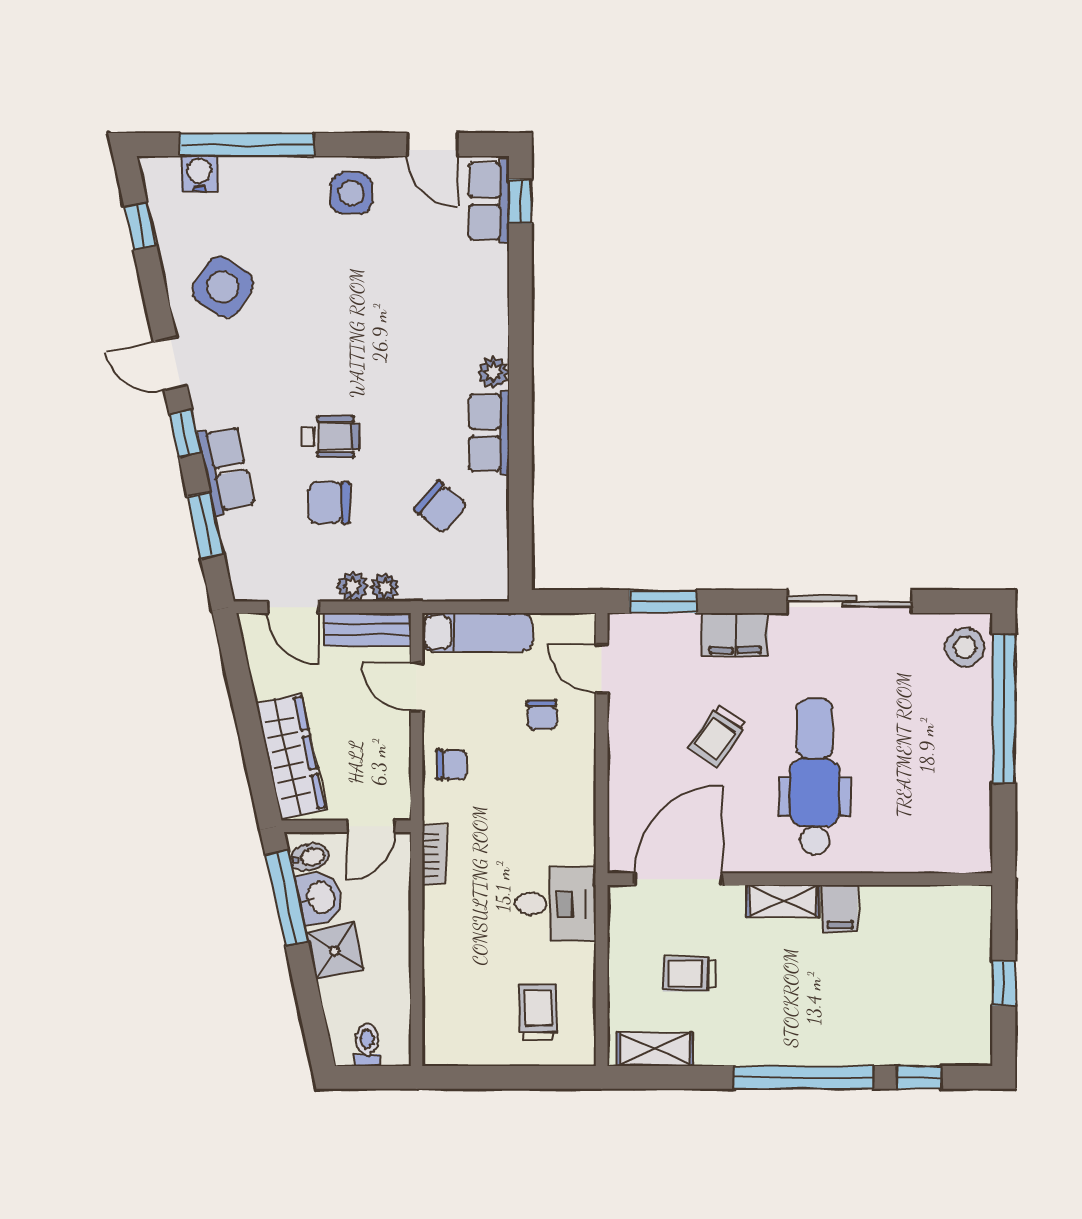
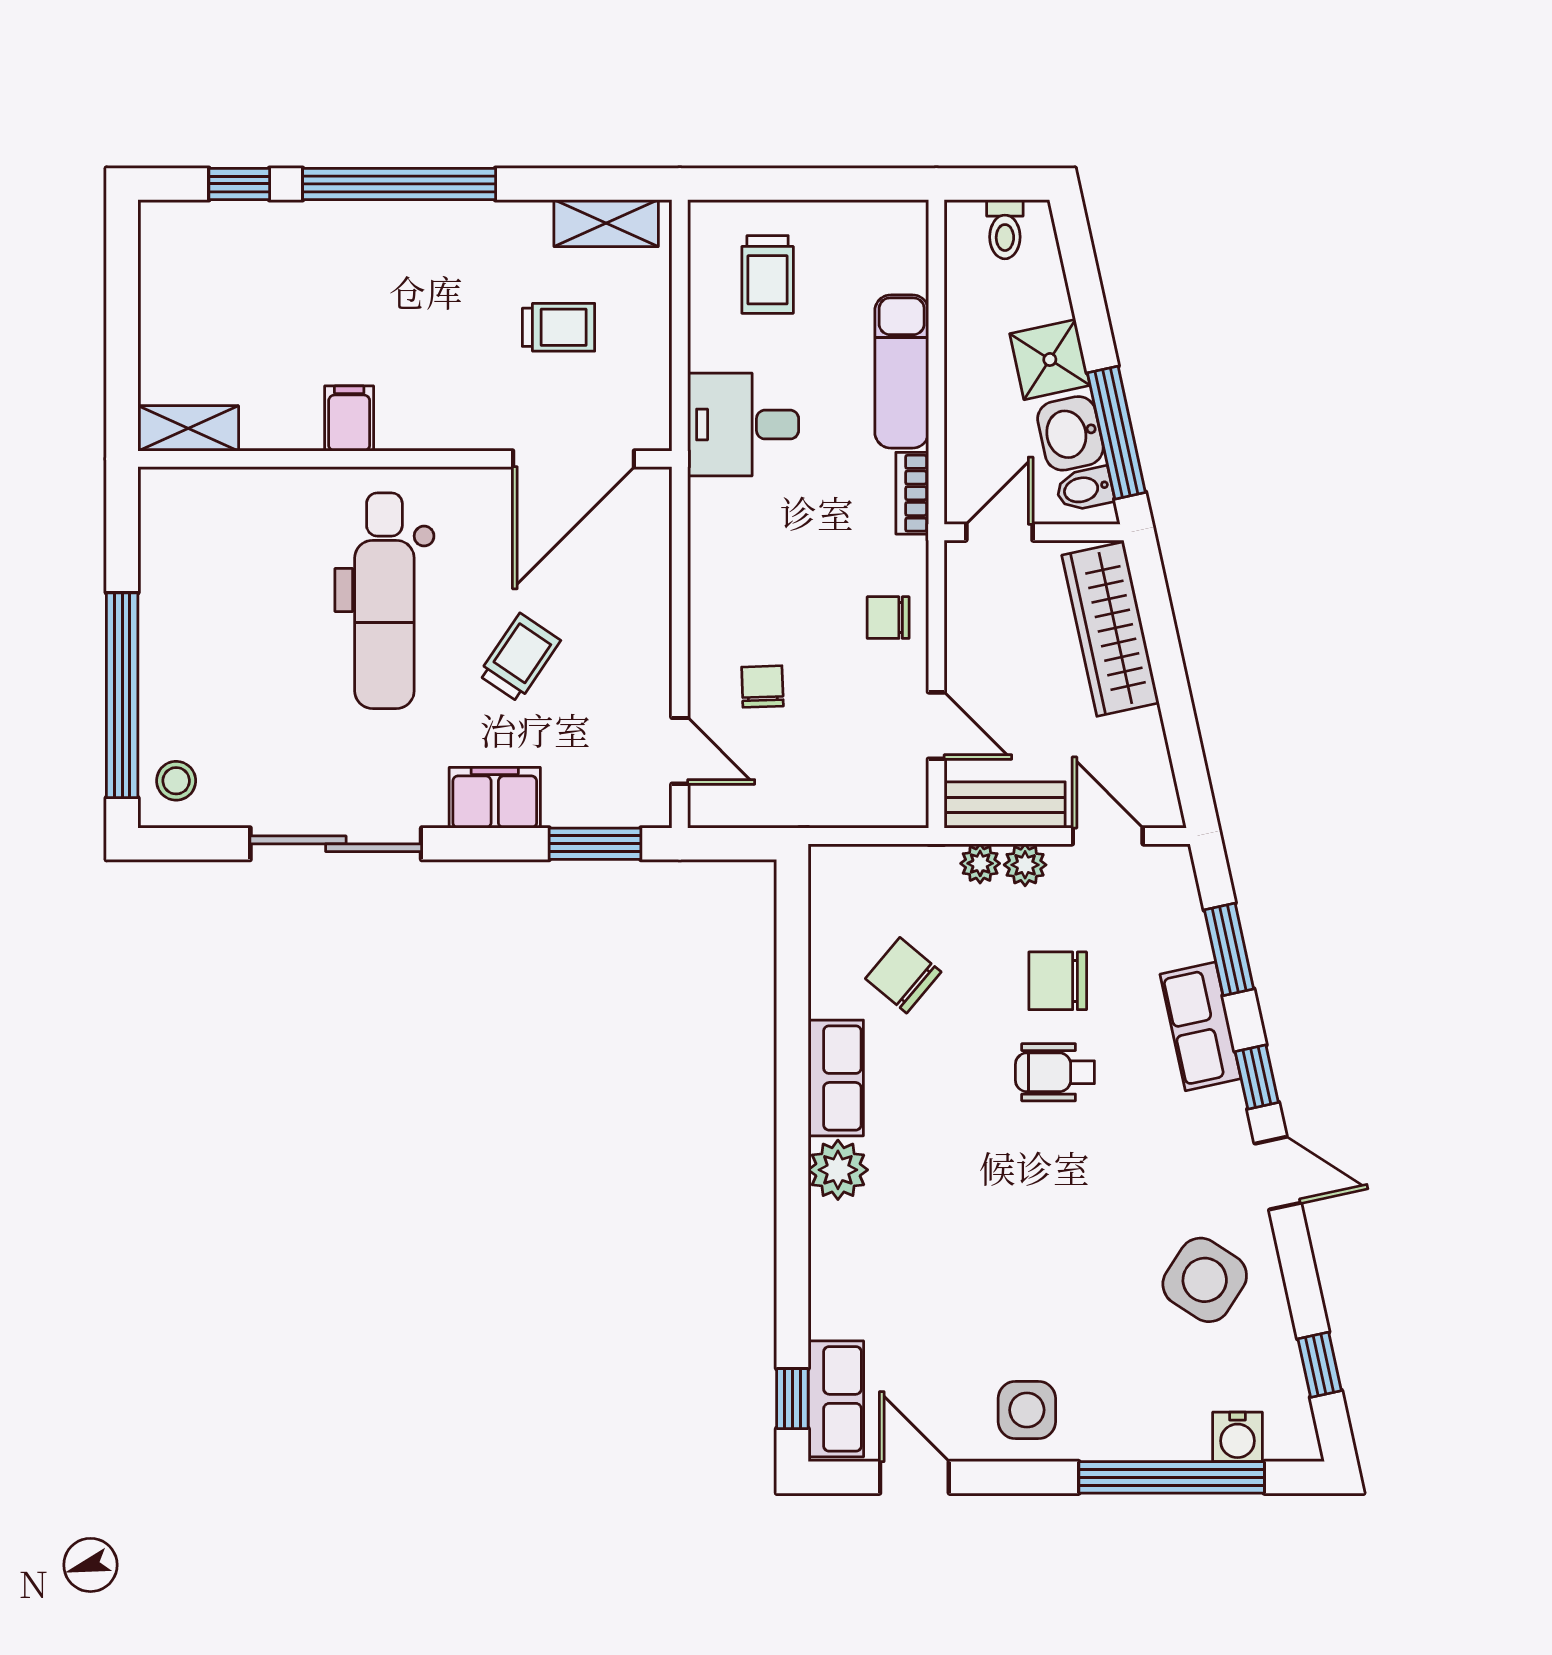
plant: (493, 372) -> (838, 1170), width x1.38, depth x1.38
chair: (329, 503) -> (1058, 981), turned 180
exam couch: (478, 632) -> (902, 371), moved, turned -90
stool: (965, 647) -> (176, 781), width x0.73, depth x0.73
shelving: (783, 901) -> (188, 428), moved
window: (1004, 983) -> (122, 315), removed

